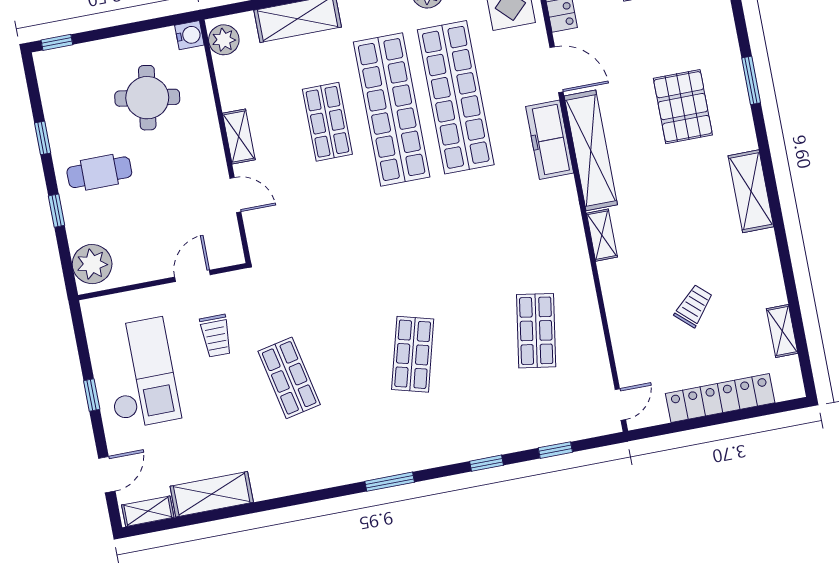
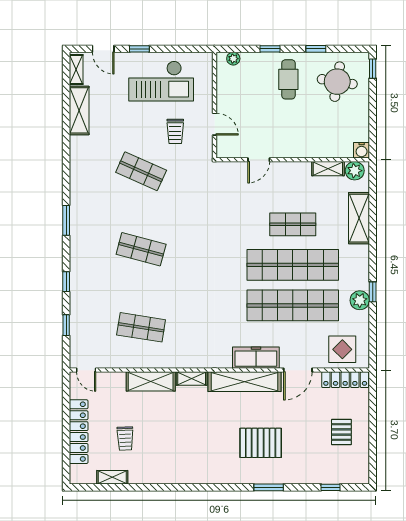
round table: (147, 98) -> (337, 82), moved
shelving: (239, 136) -> (328, 169), moved
shelving: (751, 191) -> (151, 381), moved
plant: (92, 264) -> (233, 59), width x0.53, depth x0.53
trolley: (694, 306) -> (125, 439), moved, turned 46
trolley: (216, 336) -> (175, 131), turned -90
shop shelf: (289, 378) -> (141, 171), turned 36
window: (92, 395) -> (139, 49), moved

